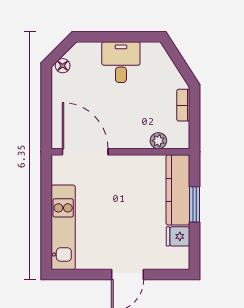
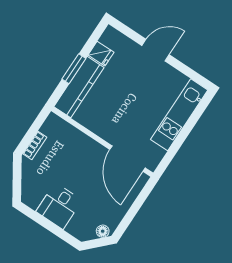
plant: (158, 141) -> (70, 132), removed

